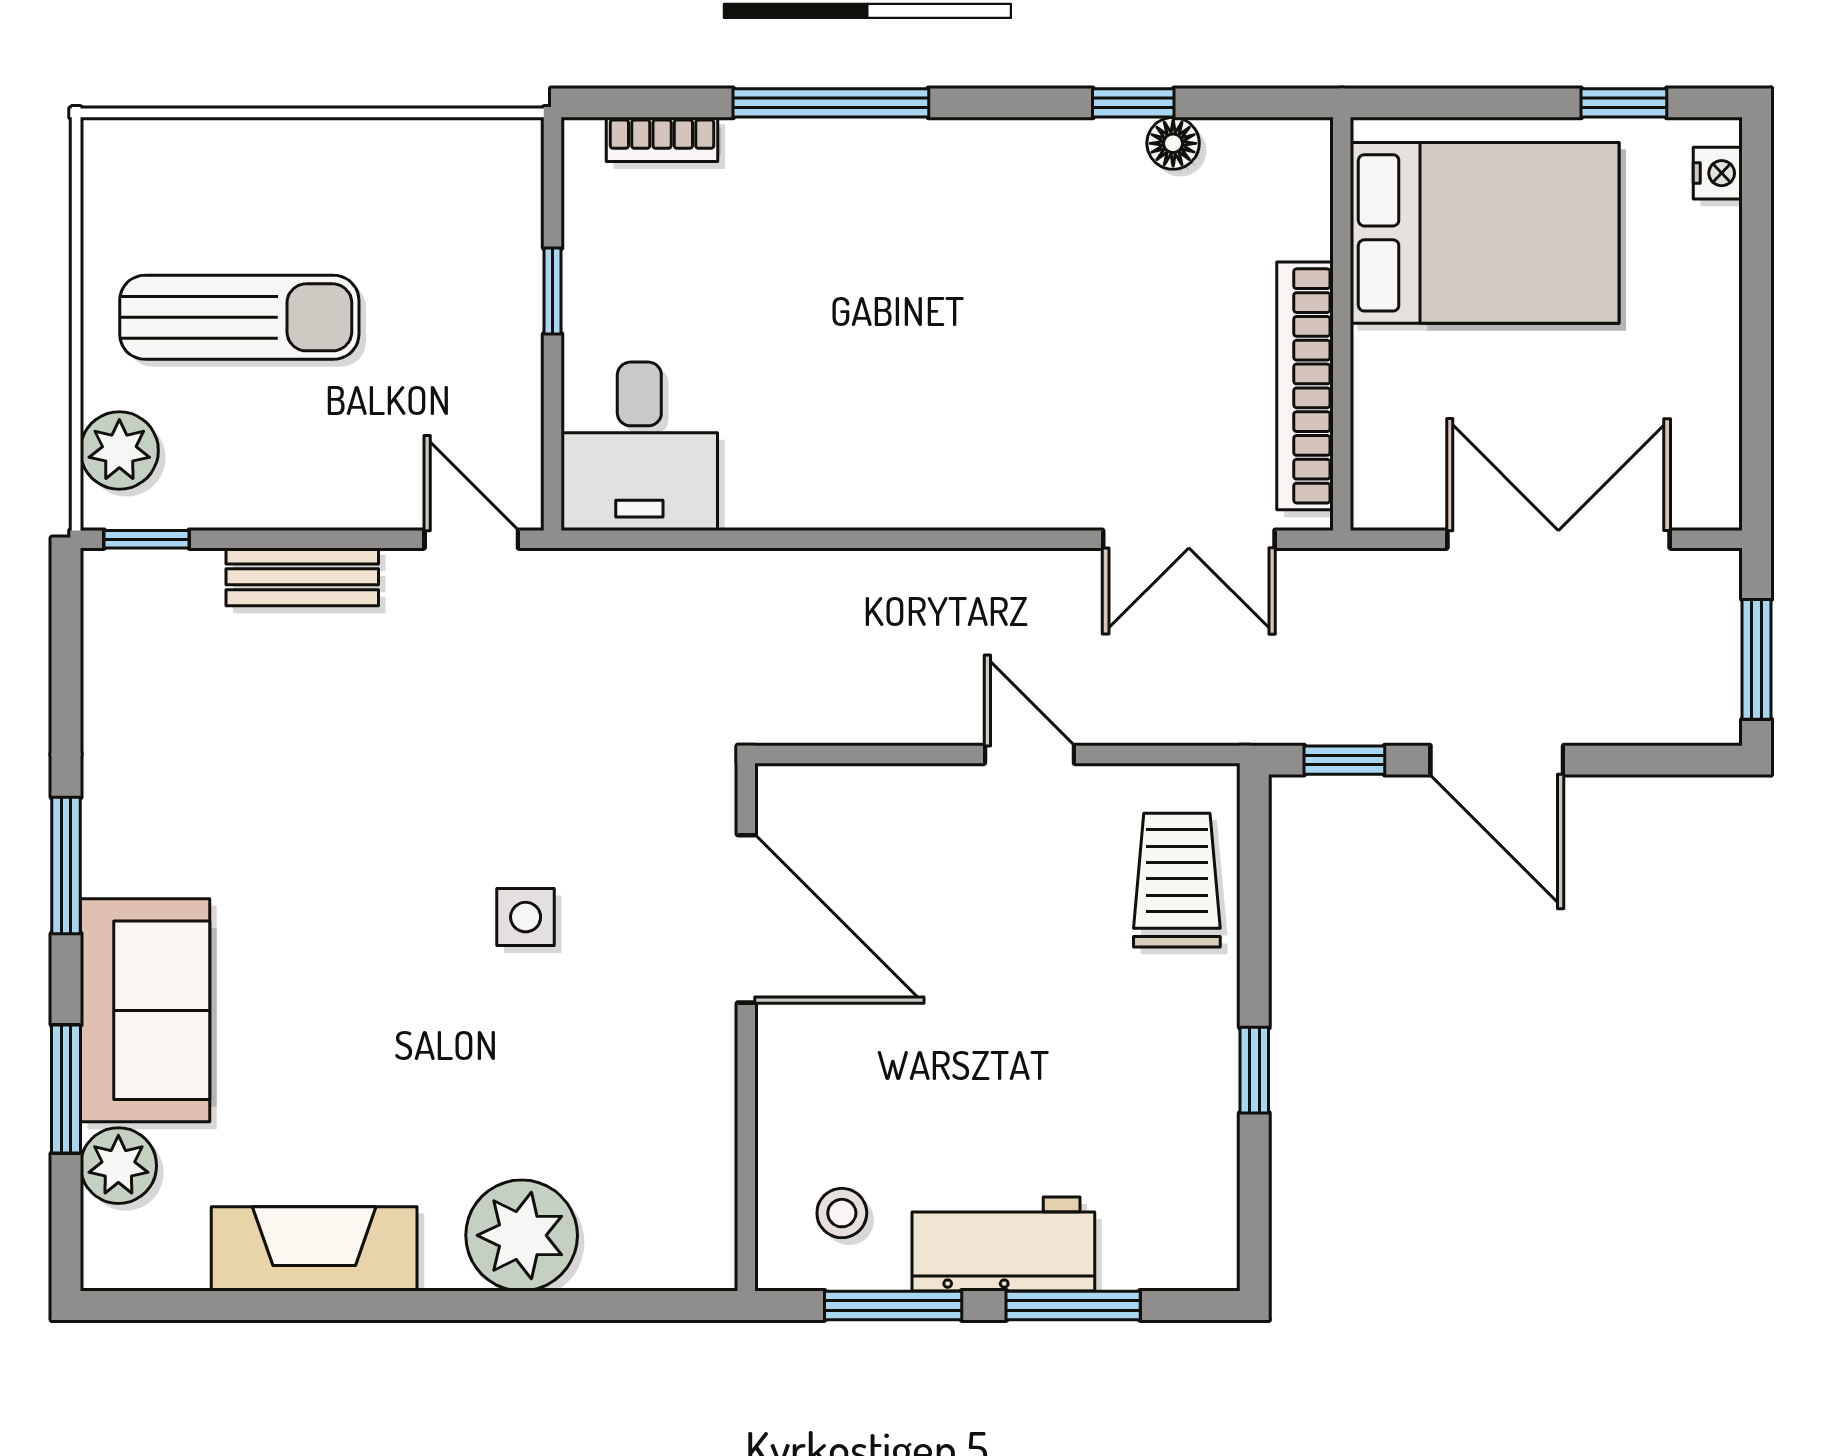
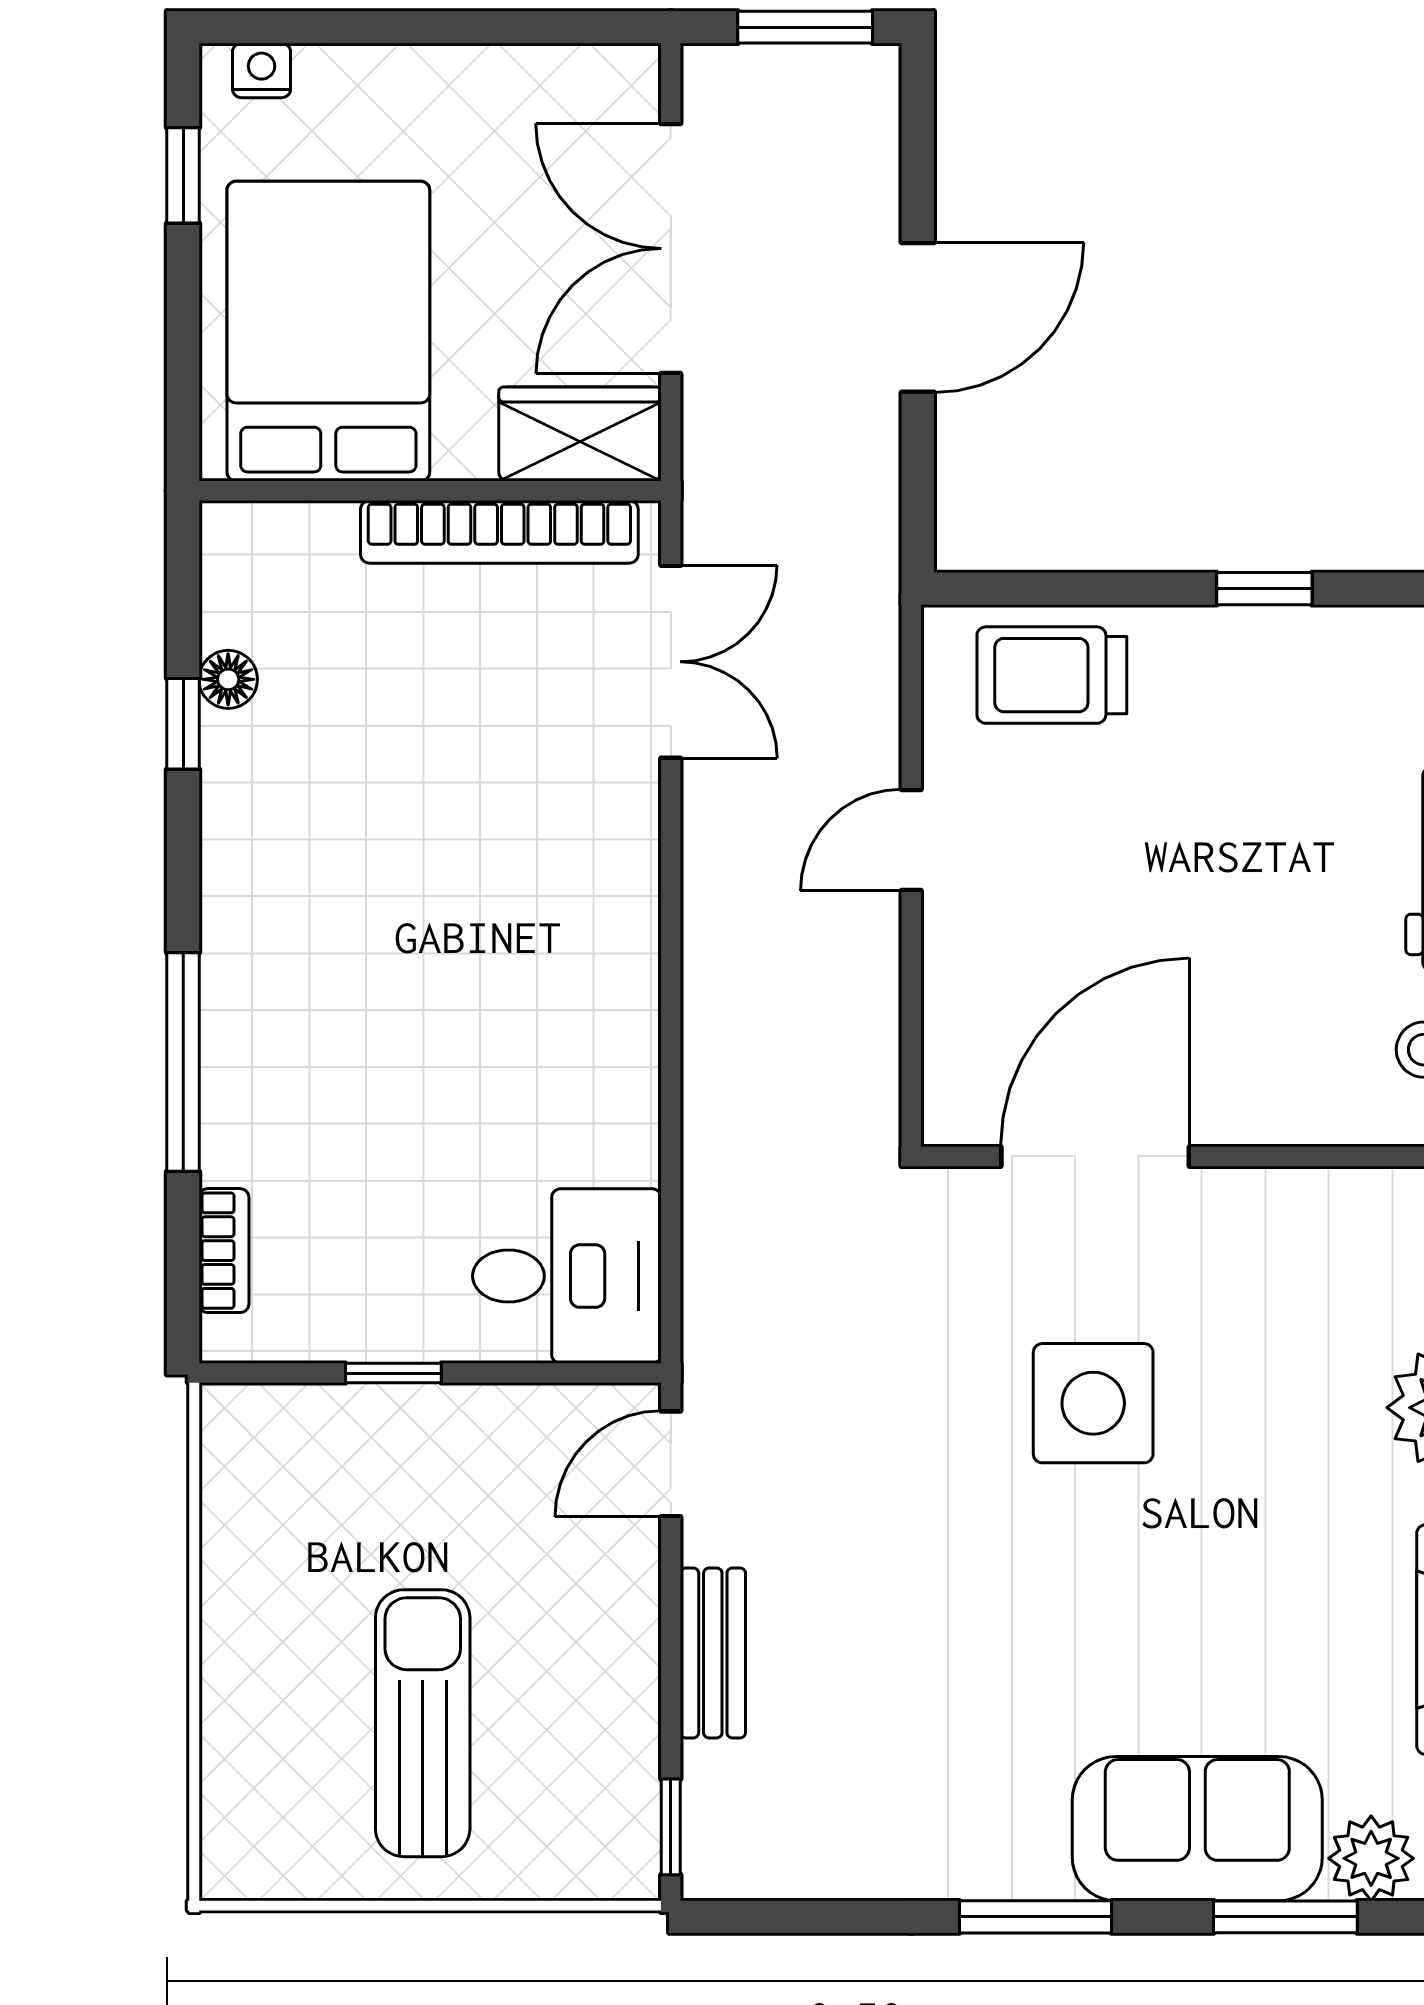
plant: (119, 451) -> (572, 1857), removed
wardrobe: (1393, 458) -> (580, 434), added
window: (1344, 760) -> (918, 488), removed
side table: (526, 917) -> (1093, 1403), width x1.87, depth x1.87

